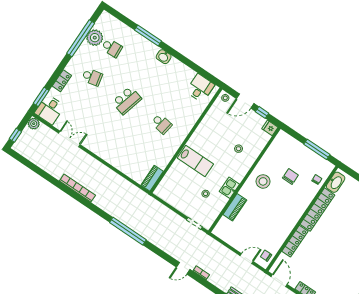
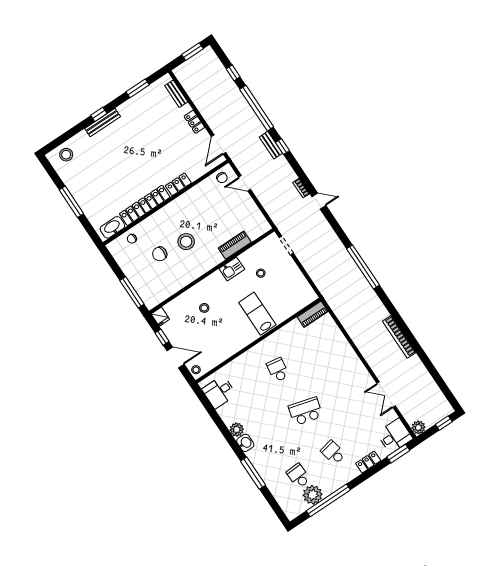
plant: (175, 64) -> (237, 430), added
window: (317, 149) -> (132, 292), moved
stool: (263, 181) -> (186, 242), moved
locker: (295, 241) -> (178, 184), width x0.66

